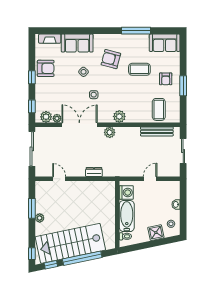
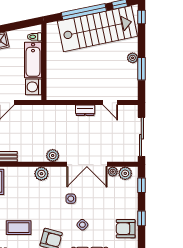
dresser: (94, 172) -> (85, 110), moved

